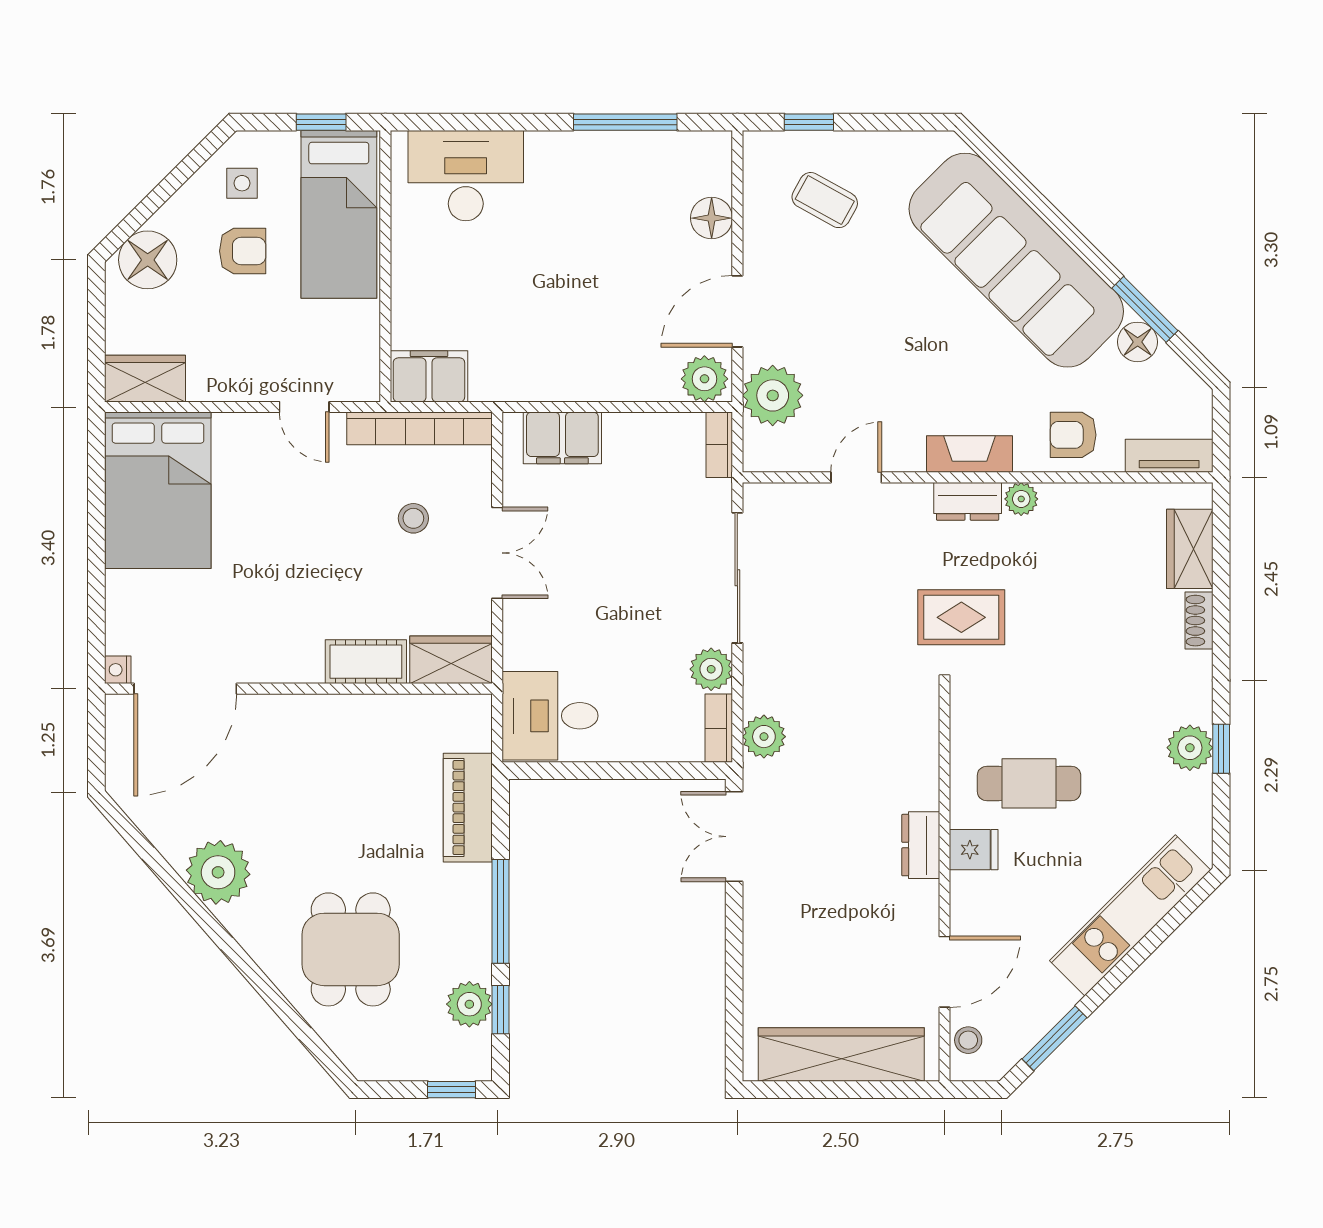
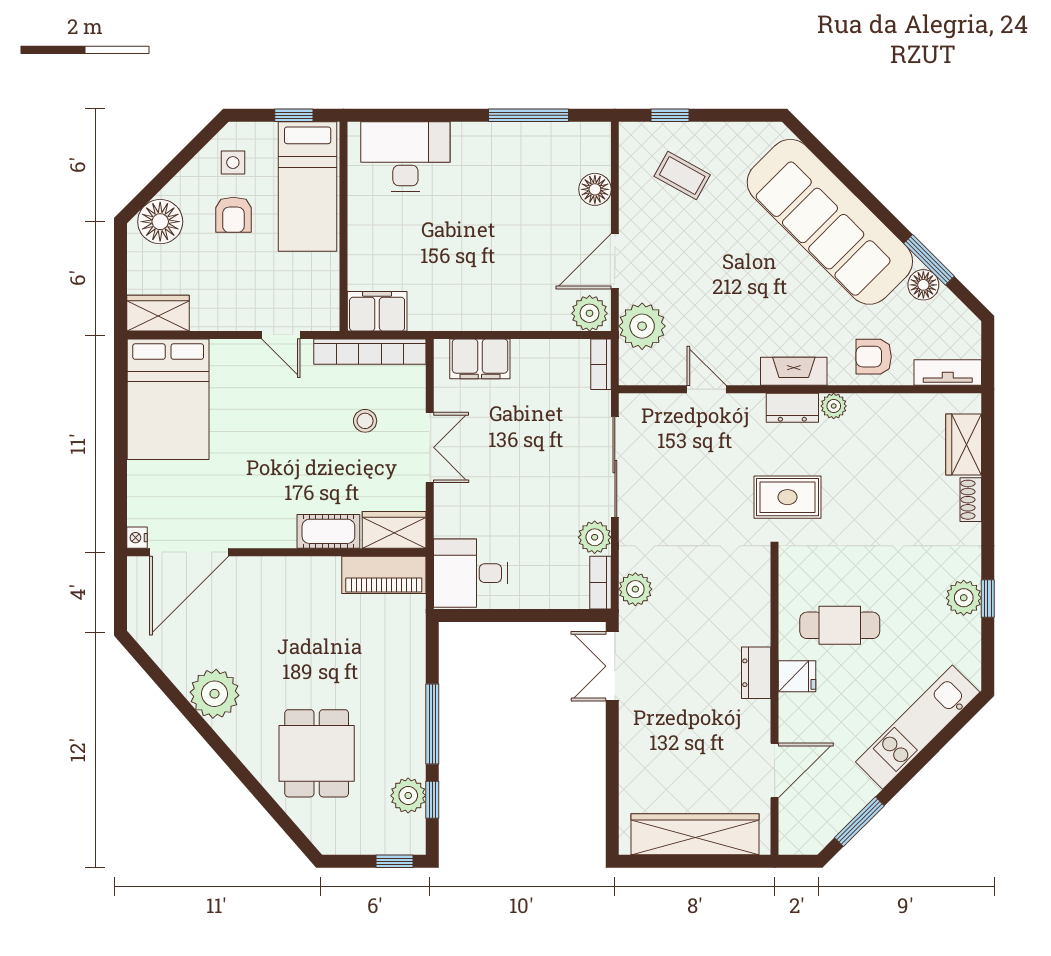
armchair: (243, 251) -> (233, 215), turned 90
door: (856, 477) -> (706, 389), hinge flipped
piano: (468, 808) -> (384, 575), moved, turned -90
stool: (968, 1040) -> (793, 823), removed

